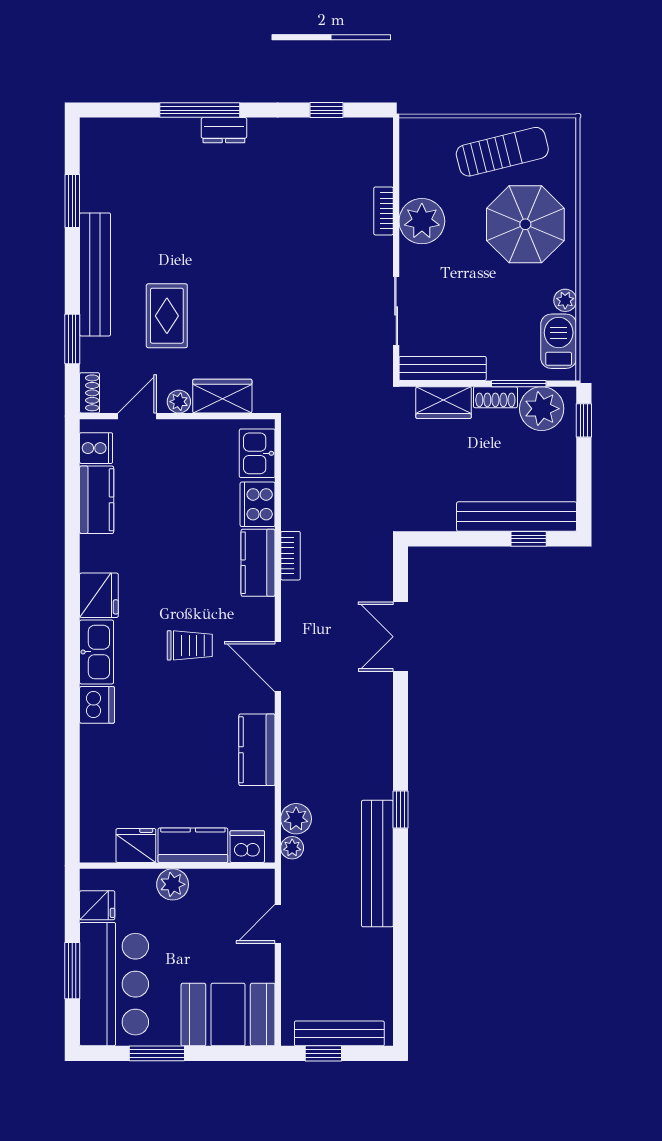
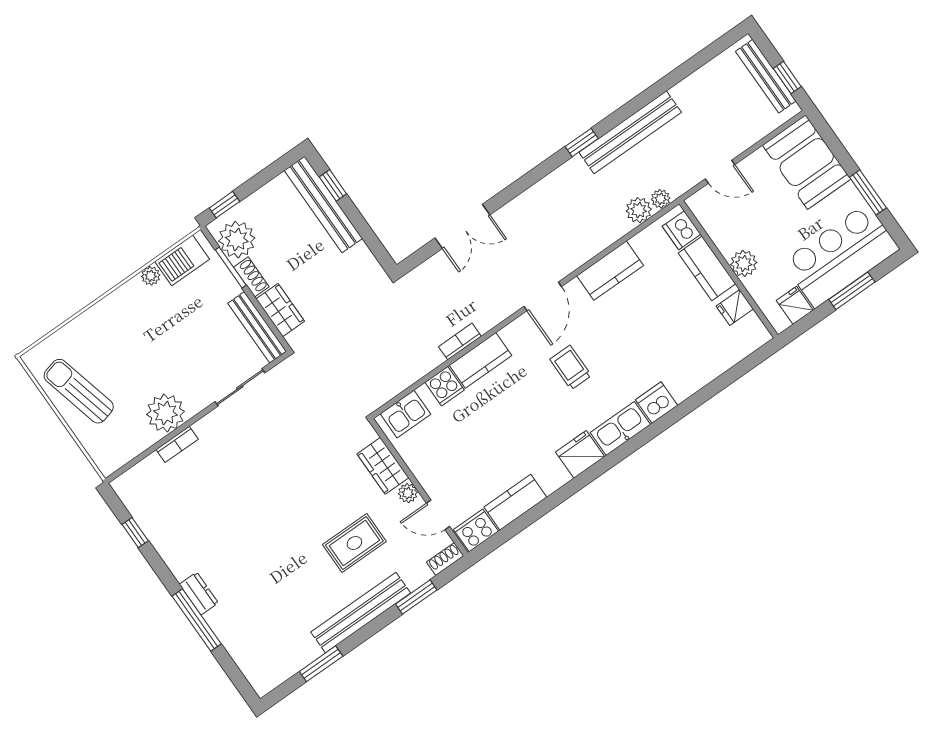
parasol: (525, 224) -> (118, 340), removed
cooker: (96, 448) -> (476, 530), width x1.36
cooker: (258, 504) -> (445, 386), width x0.73
fridge: (136, 846) -> (735, 308), width x0.72

